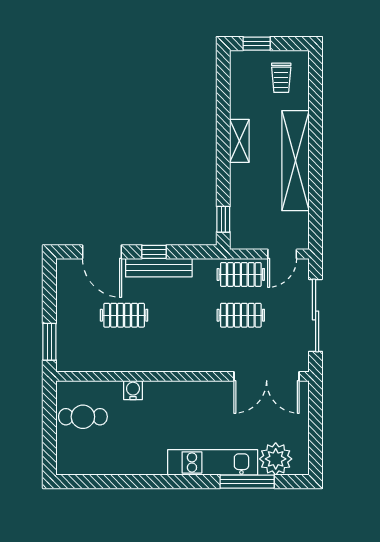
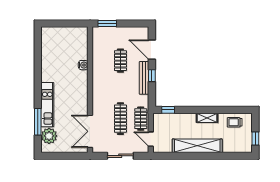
window: (257, 44) -> (255, 139), moved
trolley: (281, 78) -> (235, 122), moved
door: (102, 252) -> (152, 50), hinge flipped
clothes rail: (241, 315) -> (120, 119), width x1.36
sliding door: (316, 315) -> (120, 156), width x0.73
cafe table: (83, 417) -> (70, 40), removed

